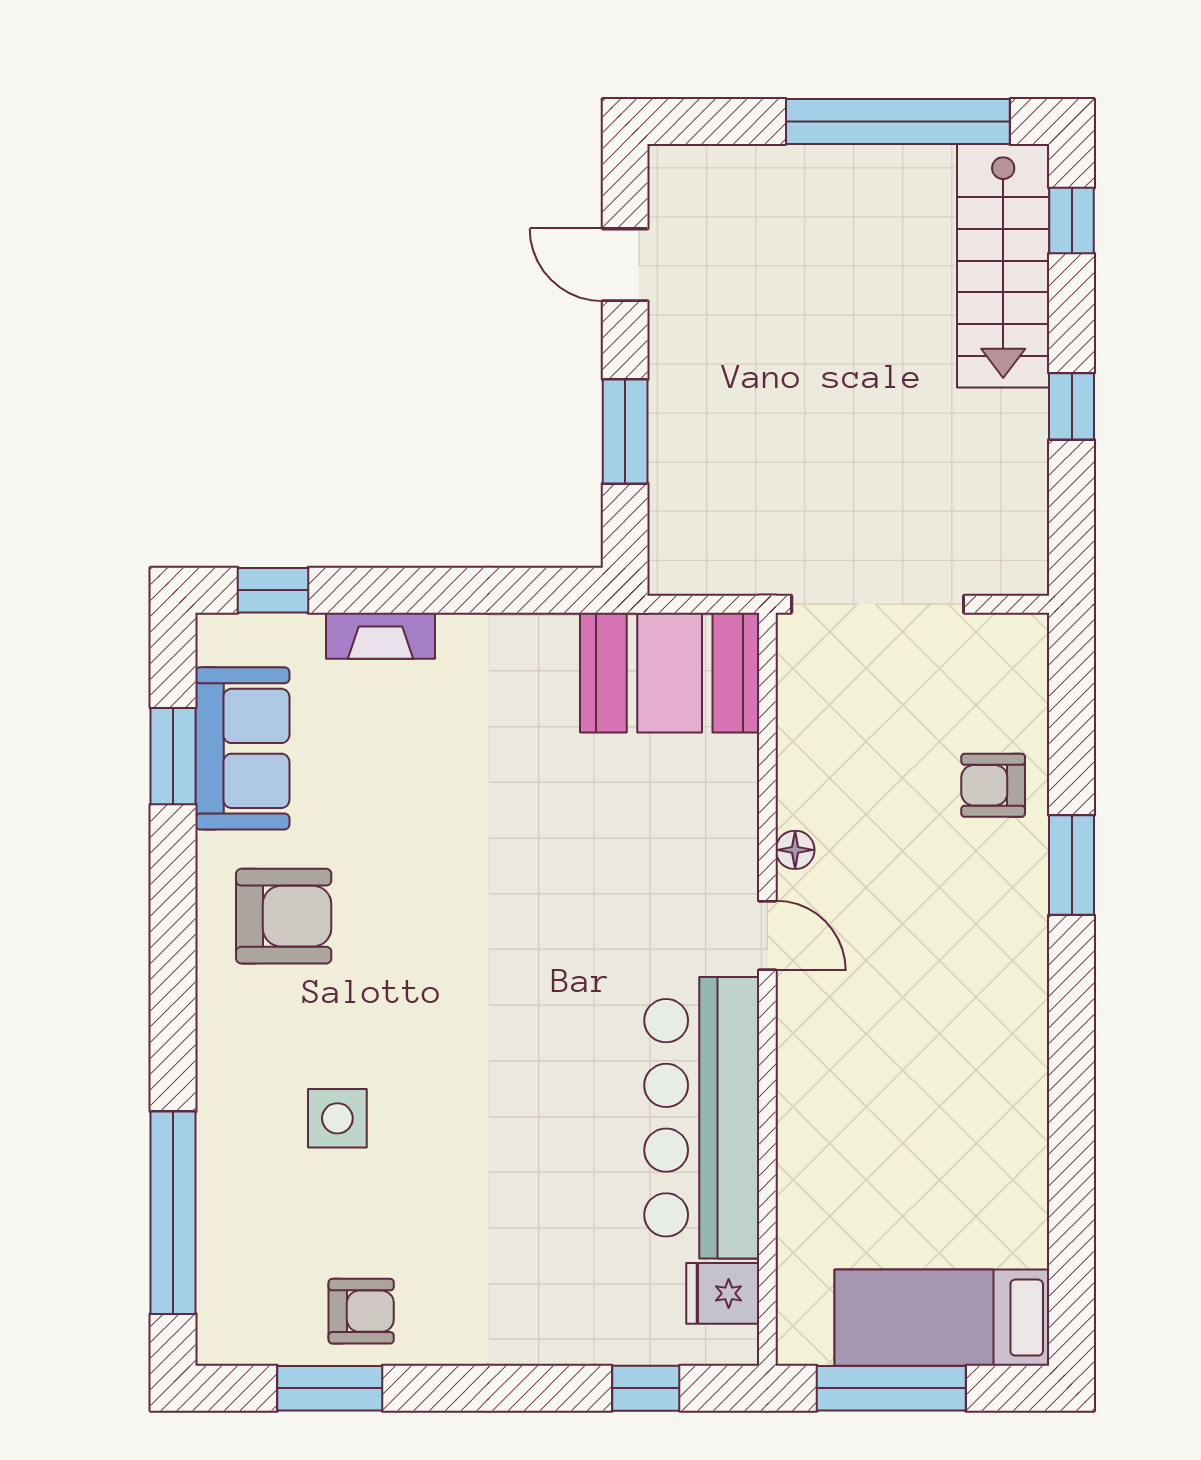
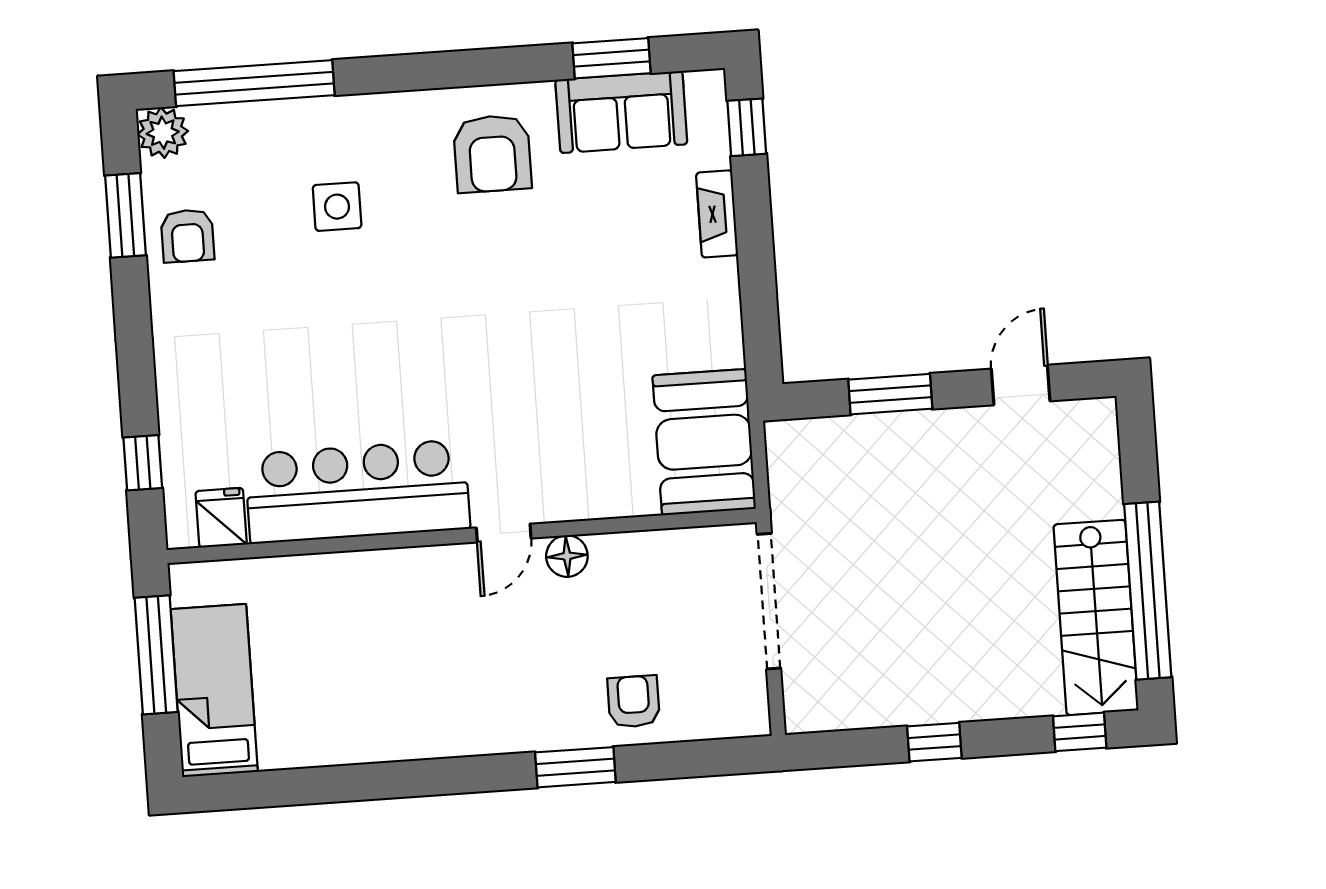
stairs: (1003, 266) -> (1096, 617), moved, turned -90
floor lamp: (795, 850) -> (567, 556), width x1.37, depth x1.37
plant: (228, 1333) -> (163, 133), added

